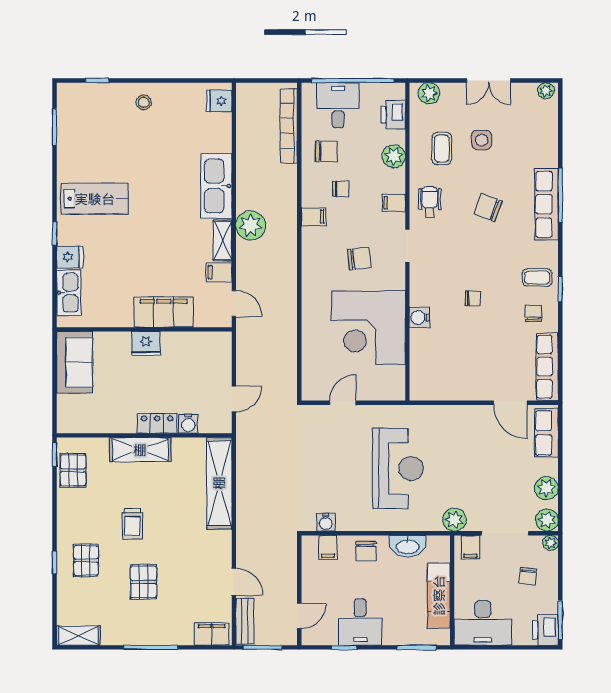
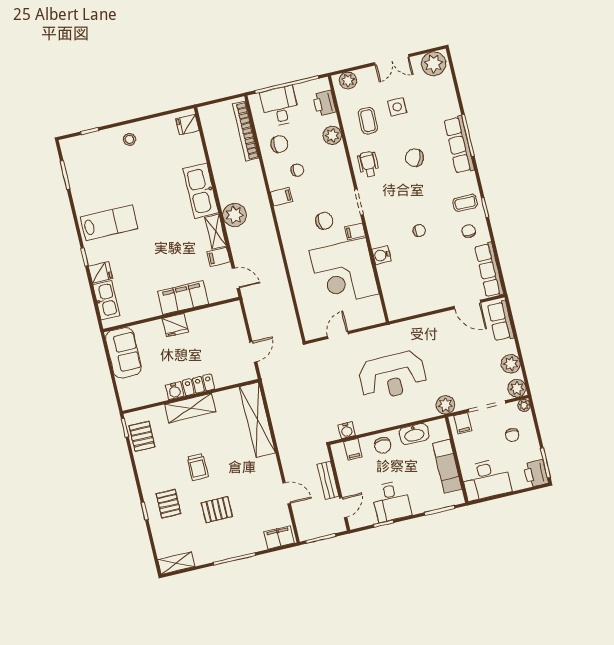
plant: (546, 91) -> (434, 64), width x1.88, depth x1.88
filing cabinet: (394, 203) -> (355, 231), moved
water cooler: (188, 424) -> (175, 391), moved
reception desk: (398, 468) -> (392, 376), turned 90
pallet: (144, 582) -> (217, 510), turned 90
bench: (245, 621) -> (328, 480), moved

